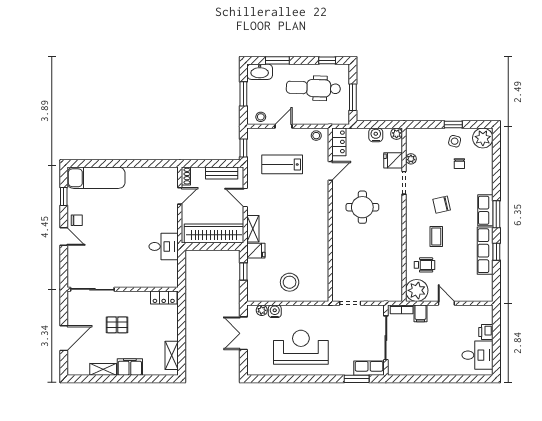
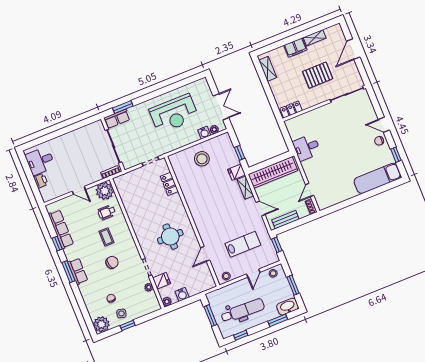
locker: (339, 142) -> (169, 184), moved
row of seats: (485, 251) -> (61, 229), moved
filing cabinet: (420, 313) -> (95, 175), removed
pallet: (117, 325) -> (318, 75), width x1.50, depth x1.42

